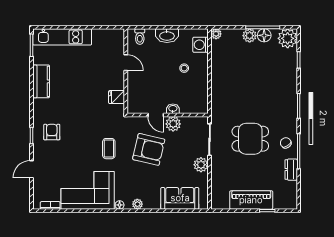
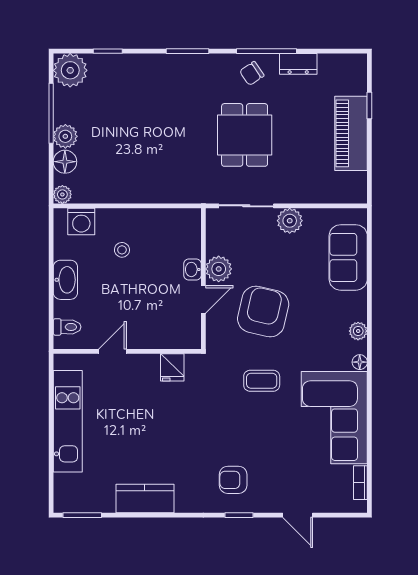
floor lamp: (264, 35) -> (65, 162), moved
kitchen unit: (62, 37) -> (68, 421), moved

